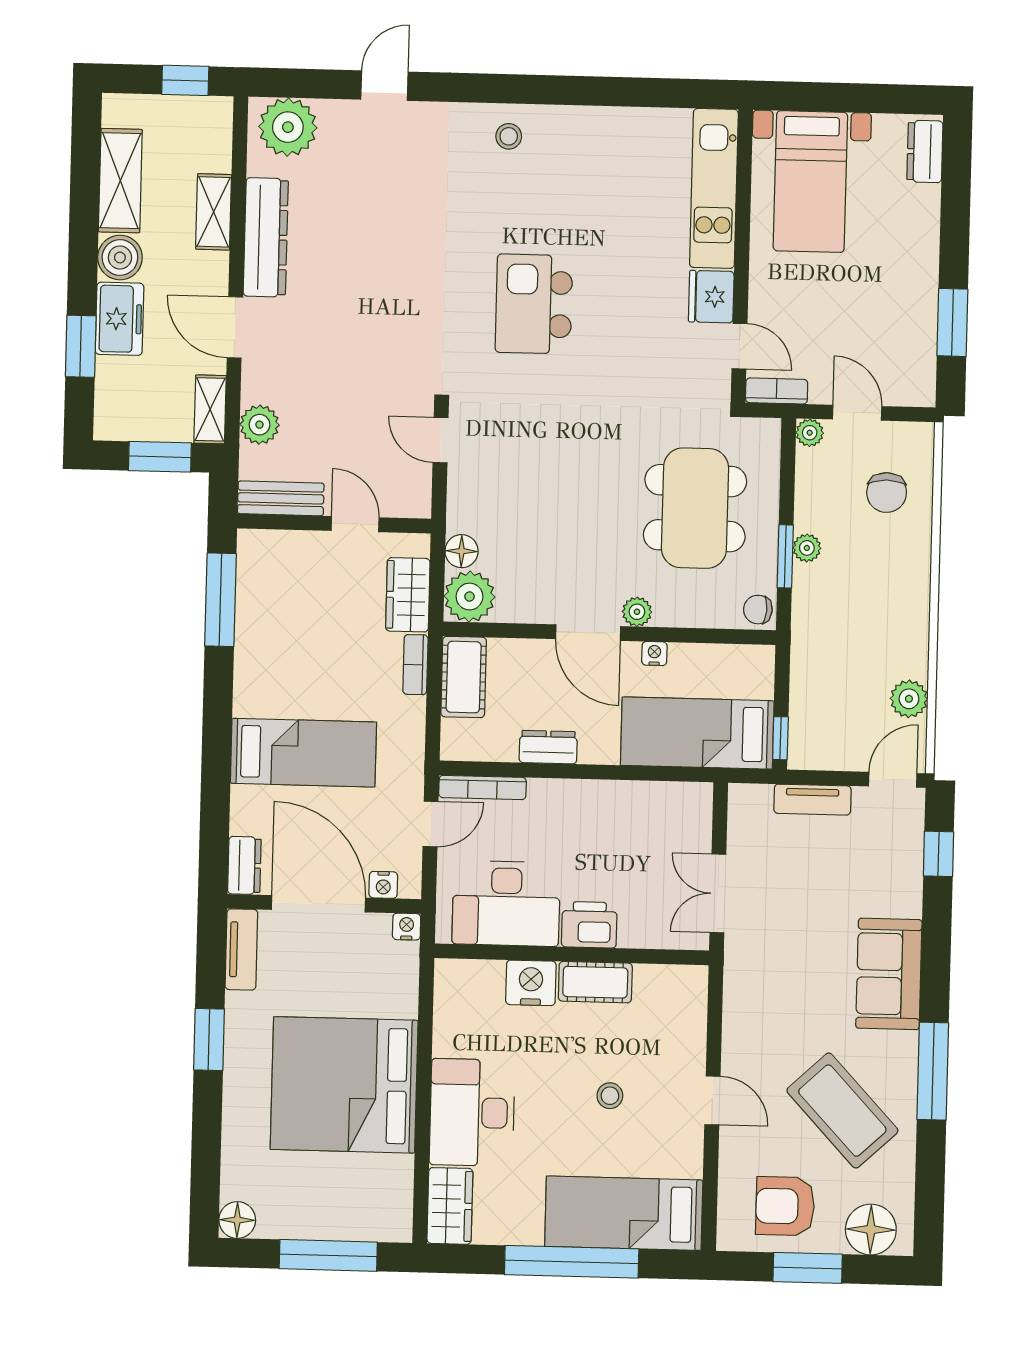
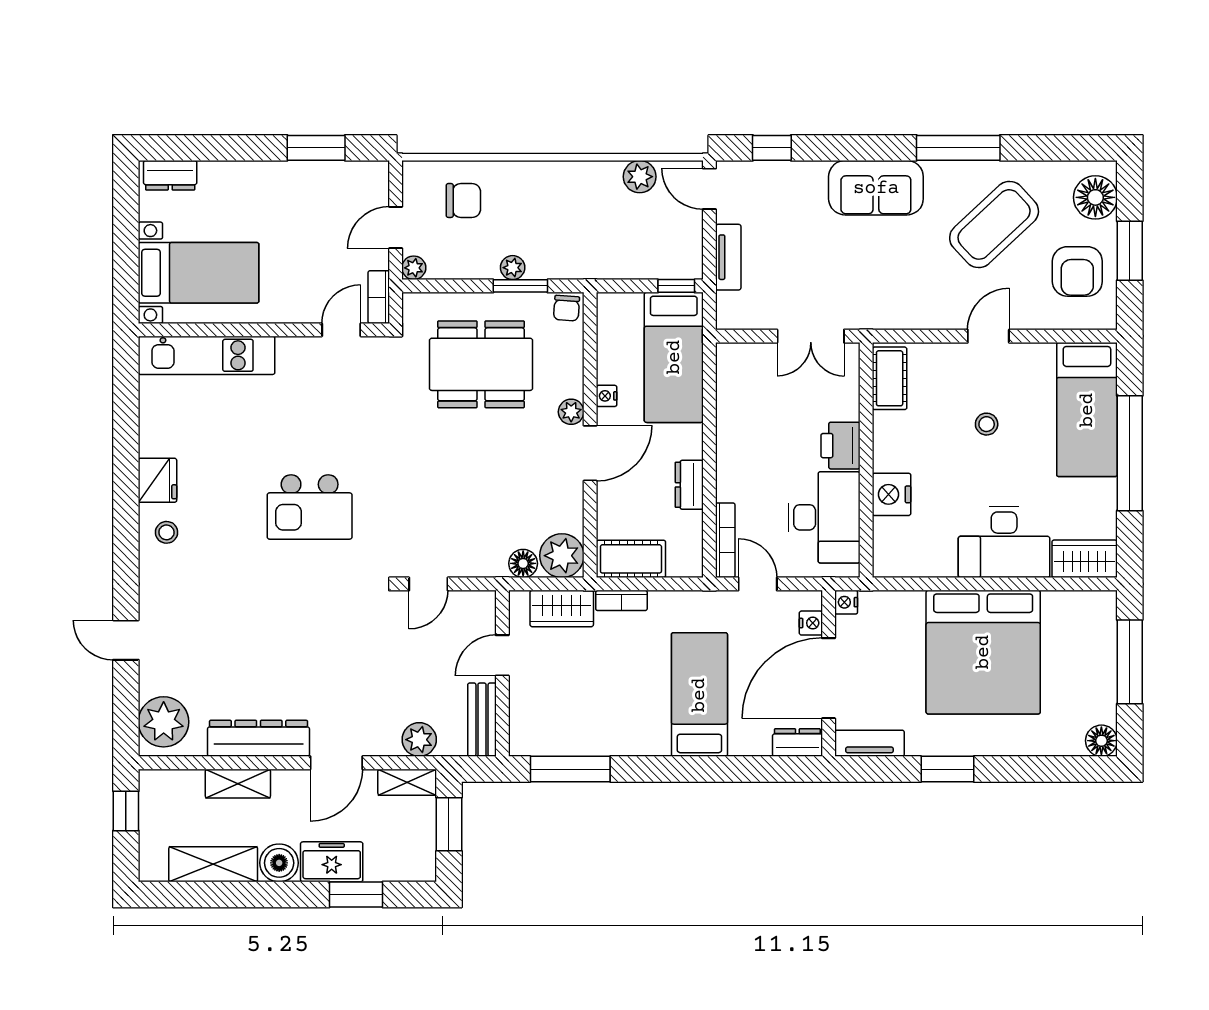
fridge: (711, 297) -> (157, 480), moved, turned -90
cot: (595, 982) -> (890, 378), moved

